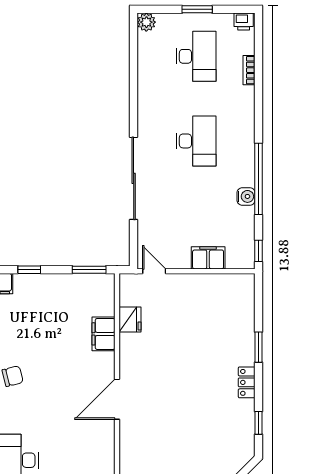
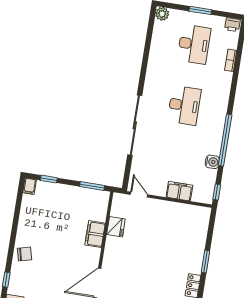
water cooler: (246, 196) -> (212, 162), moved

